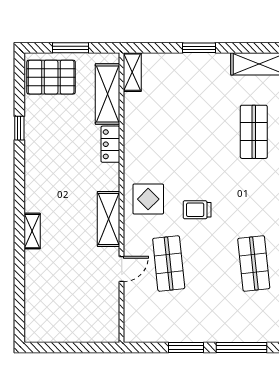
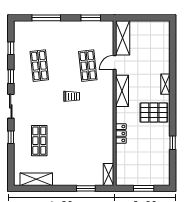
window: (199, 48) -> (86, 188), moved
pallet: (51, 77) -> (154, 113), moved
shelving: (107, 94) -> (123, 38), moved
display table: (148, 199) -> (99, 102), removed
window: (186, 348) -> (91, 18), moved

